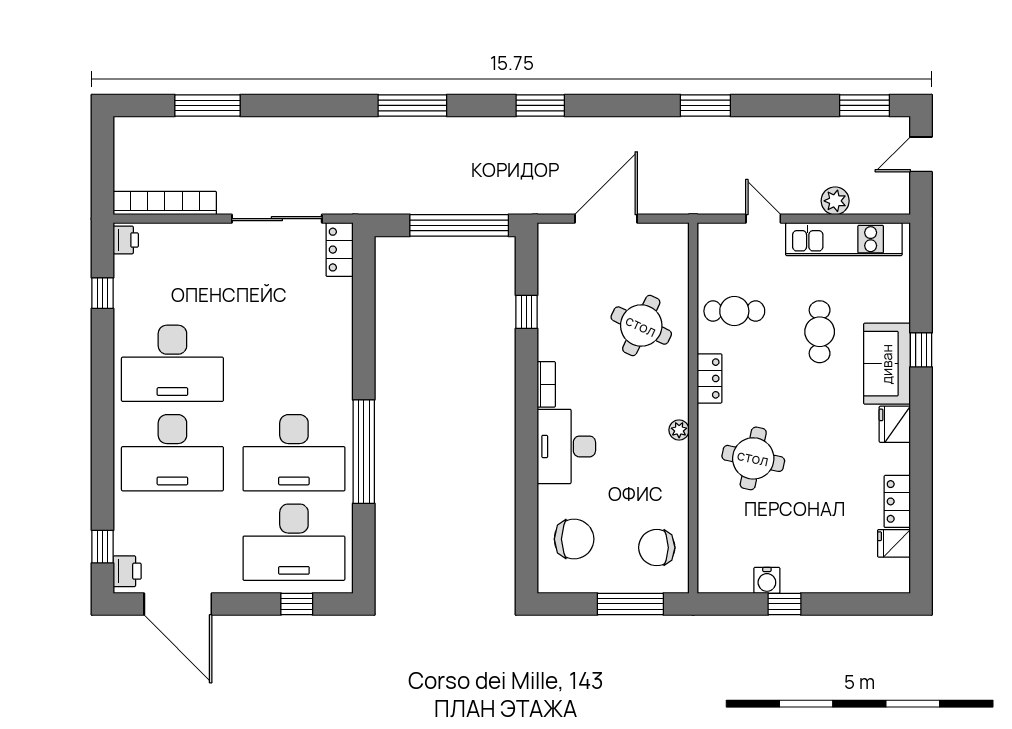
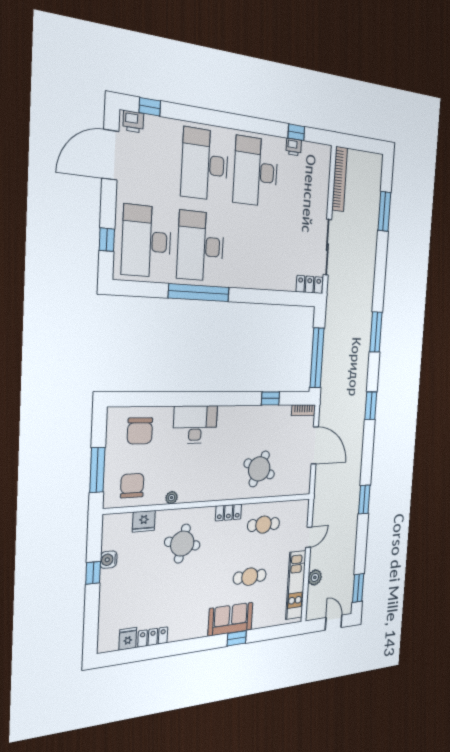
printer: (126, 240) -> (294, 147), moved
cafe table: (734, 311) -> (264, 525), turned 90
bookcase: (546, 384) -> (303, 410), moved
fridge: (895, 424) -> (144, 521), moved, turned 180
plant: (679, 430) -> (171, 498), moved

